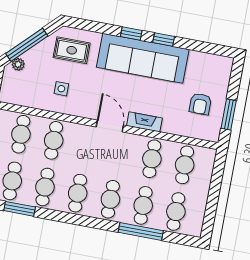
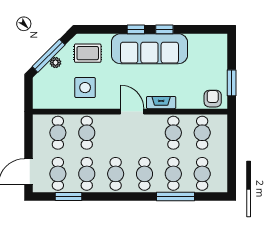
plant: (18, 64) -> (56, 63), moved
side table: (61, 89) -> (85, 88), width x1.87, depth x1.87
armchair: (200, 104) -> (213, 99), moved, turned 180

